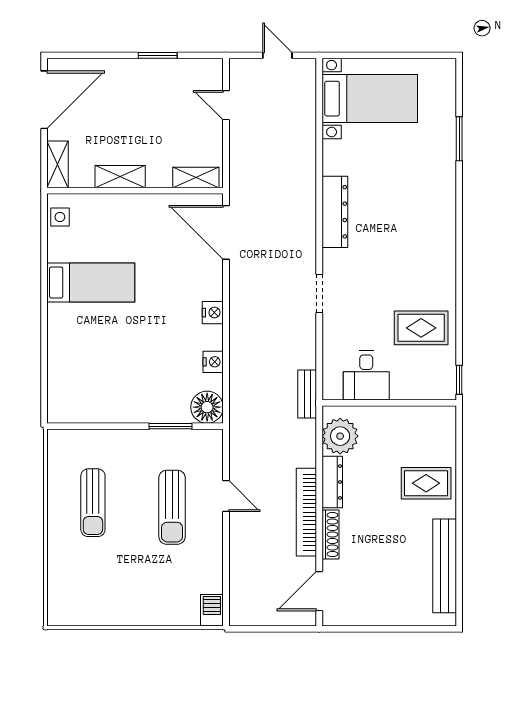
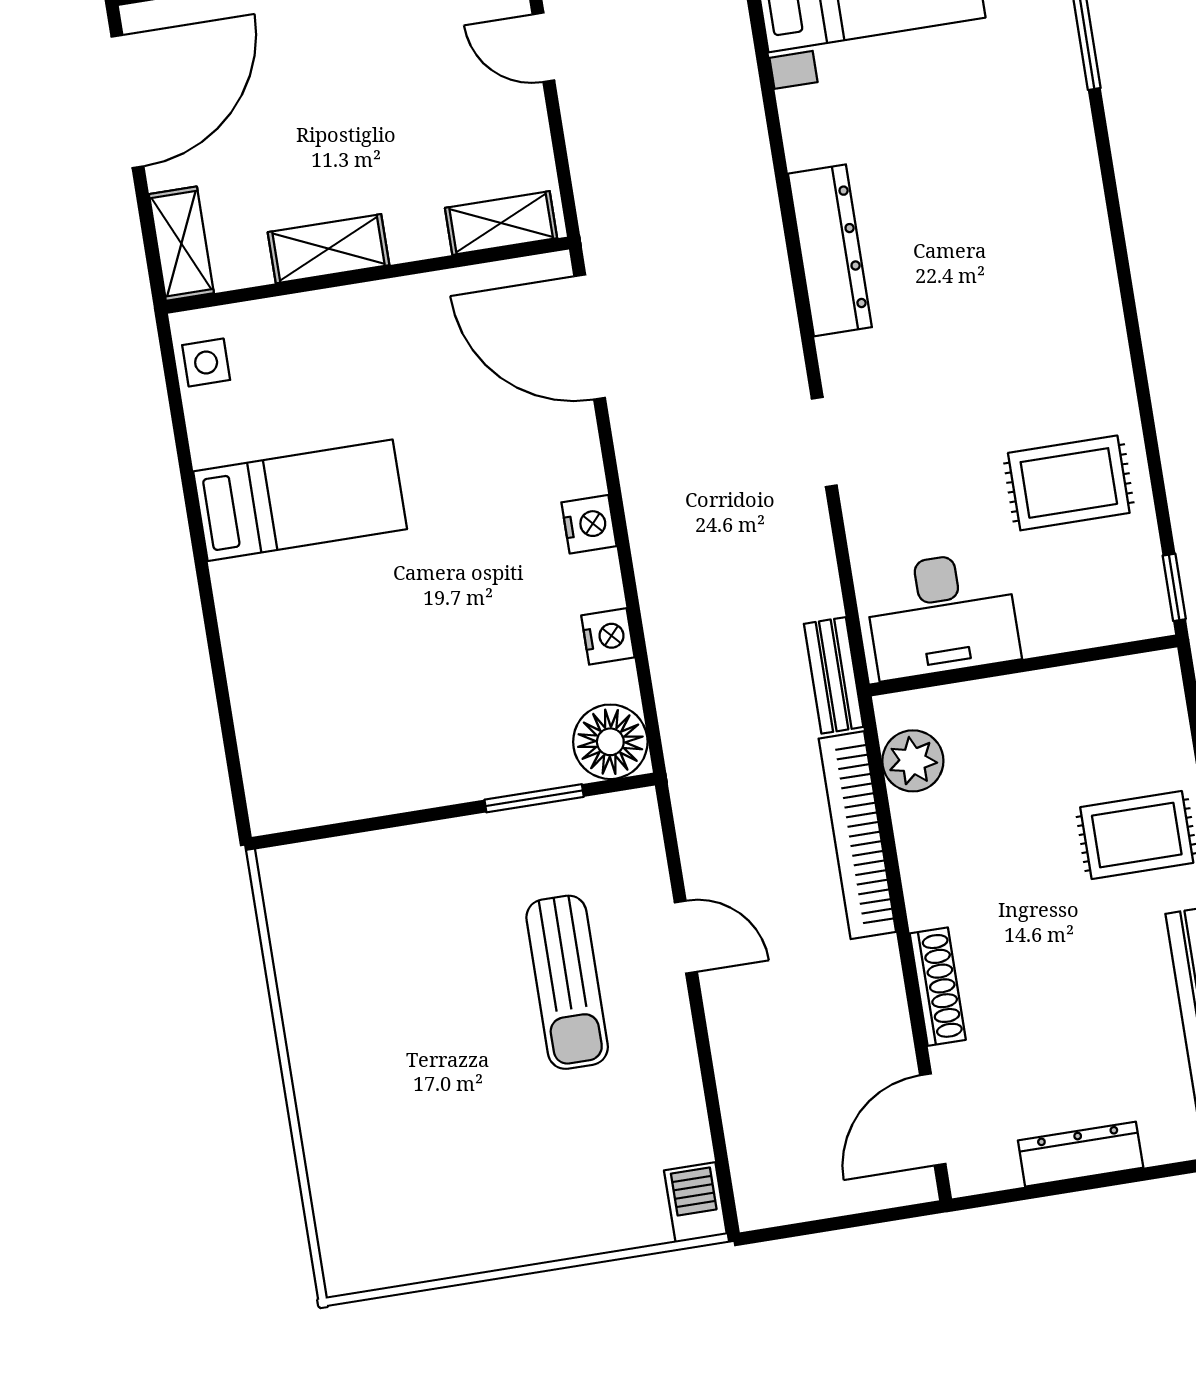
desk: (366, 375) -> (942, 615), width x1.37
plant: (340, 436) -> (913, 761), width x0.73, depth x0.73
dresser: (332, 482) -> (1081, 1154), moved, turned -90
sun lounger: (93, 503) -> (386, 1001), removed
bookcase: (306, 512) -> (857, 835), moved

